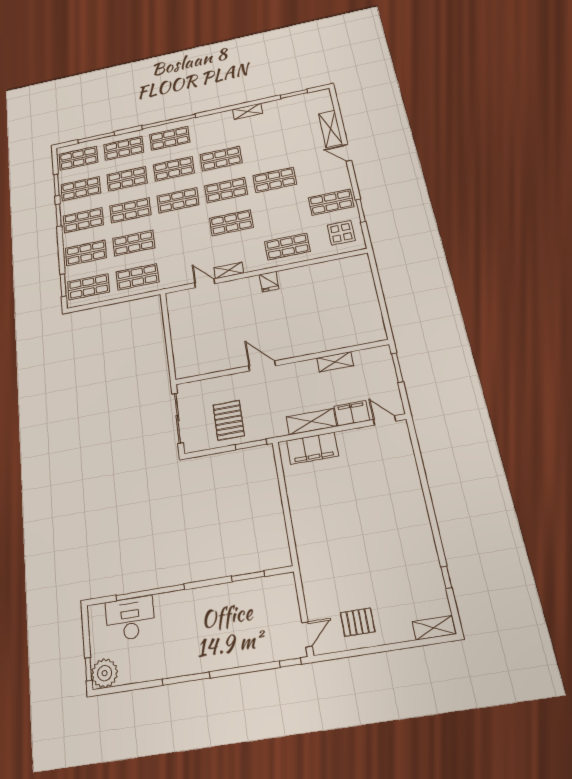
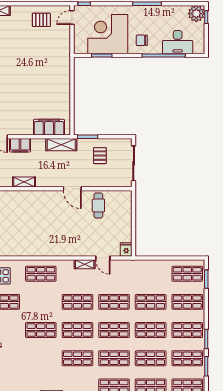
shop shelf: (137, 277) -> (114, 302), moved
fridge: (269, 282) -> (126, 249), moved
cafe table: (221, 350) -> (98, 205), added
pallet: (229, 420) -> (100, 156), width x0.67, depth x0.71
shelving: (311, 422) -> (61, 145), moved
chair: (187, 613) -> (142, 40), added
corner desk: (243, 614) -> (108, 34), added

